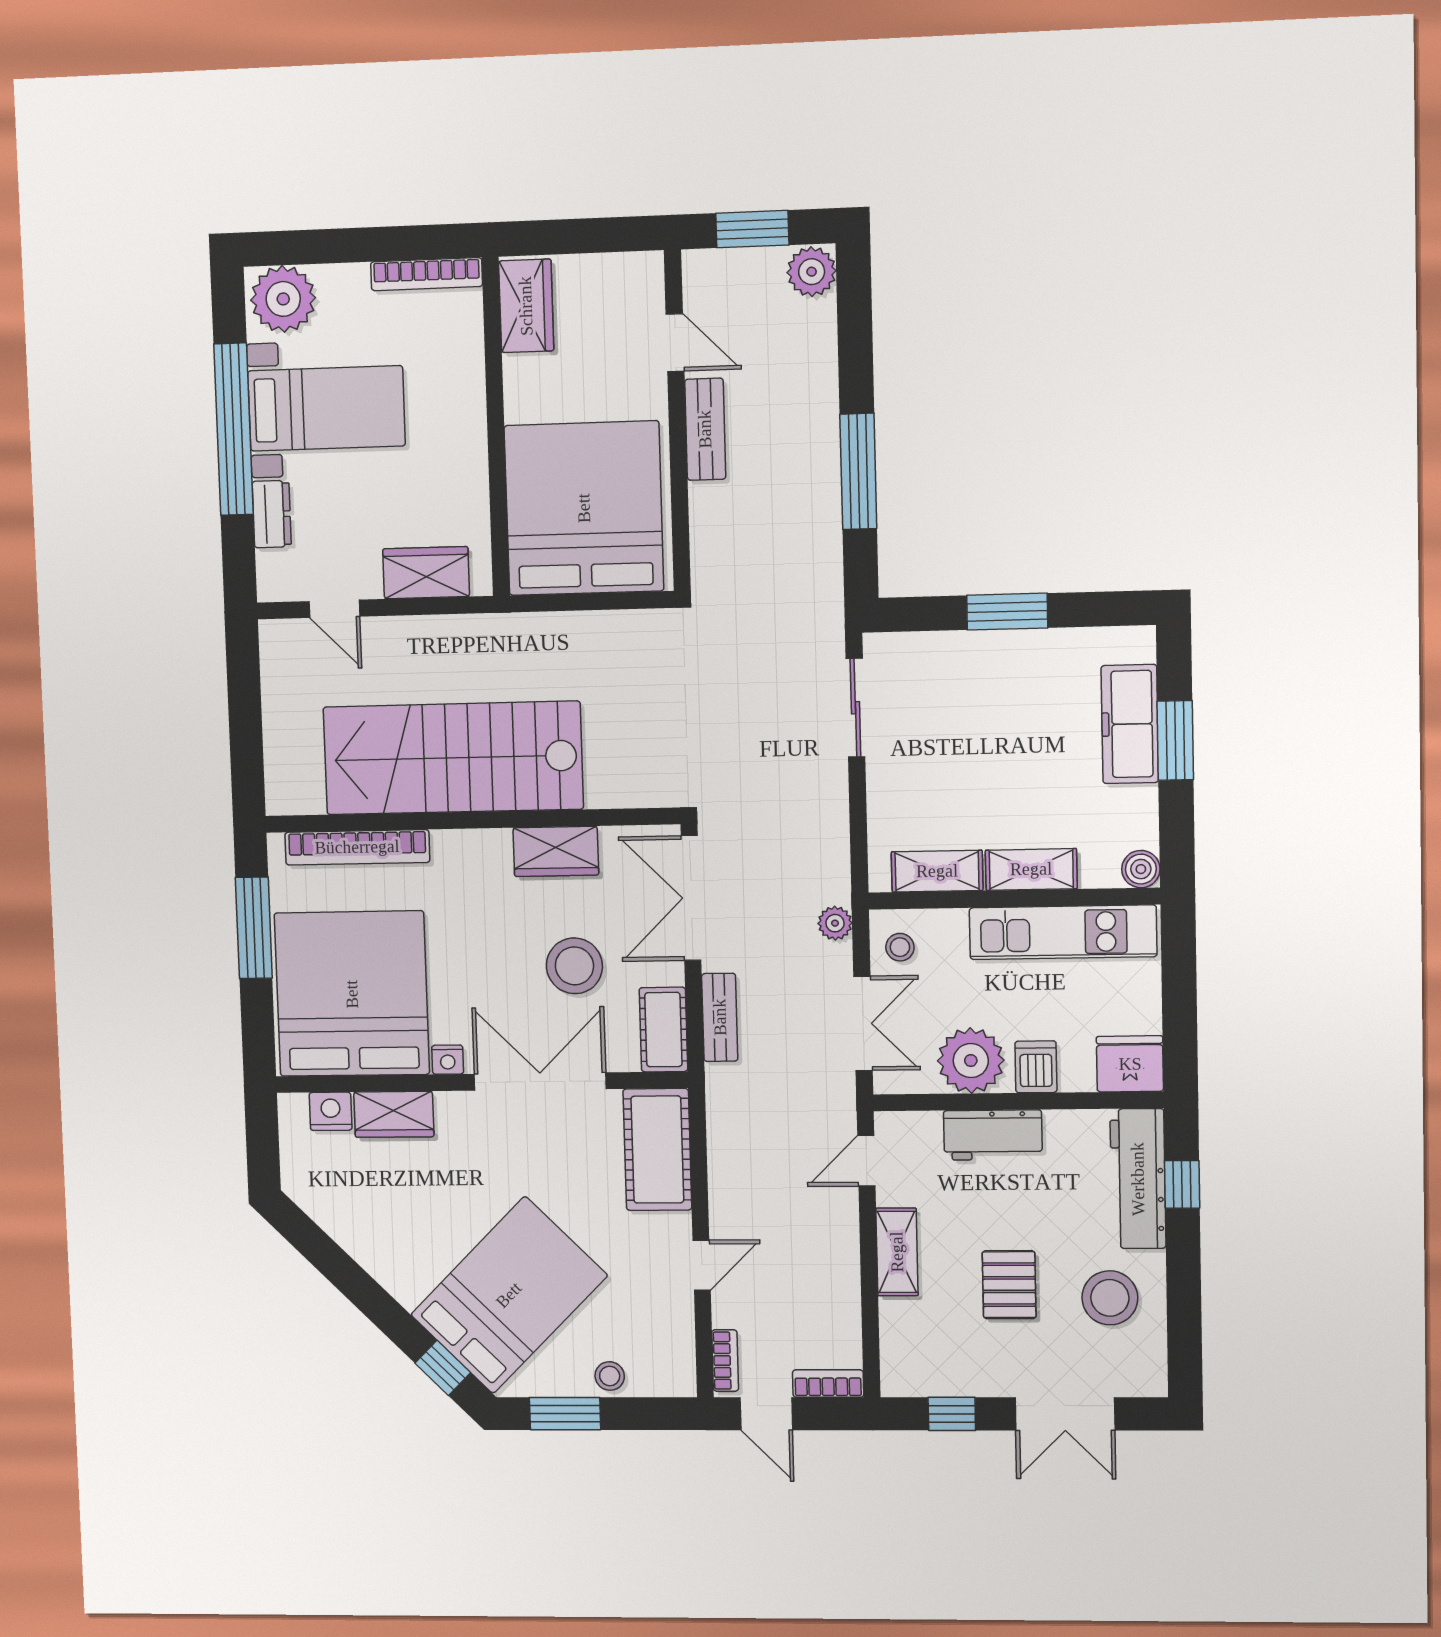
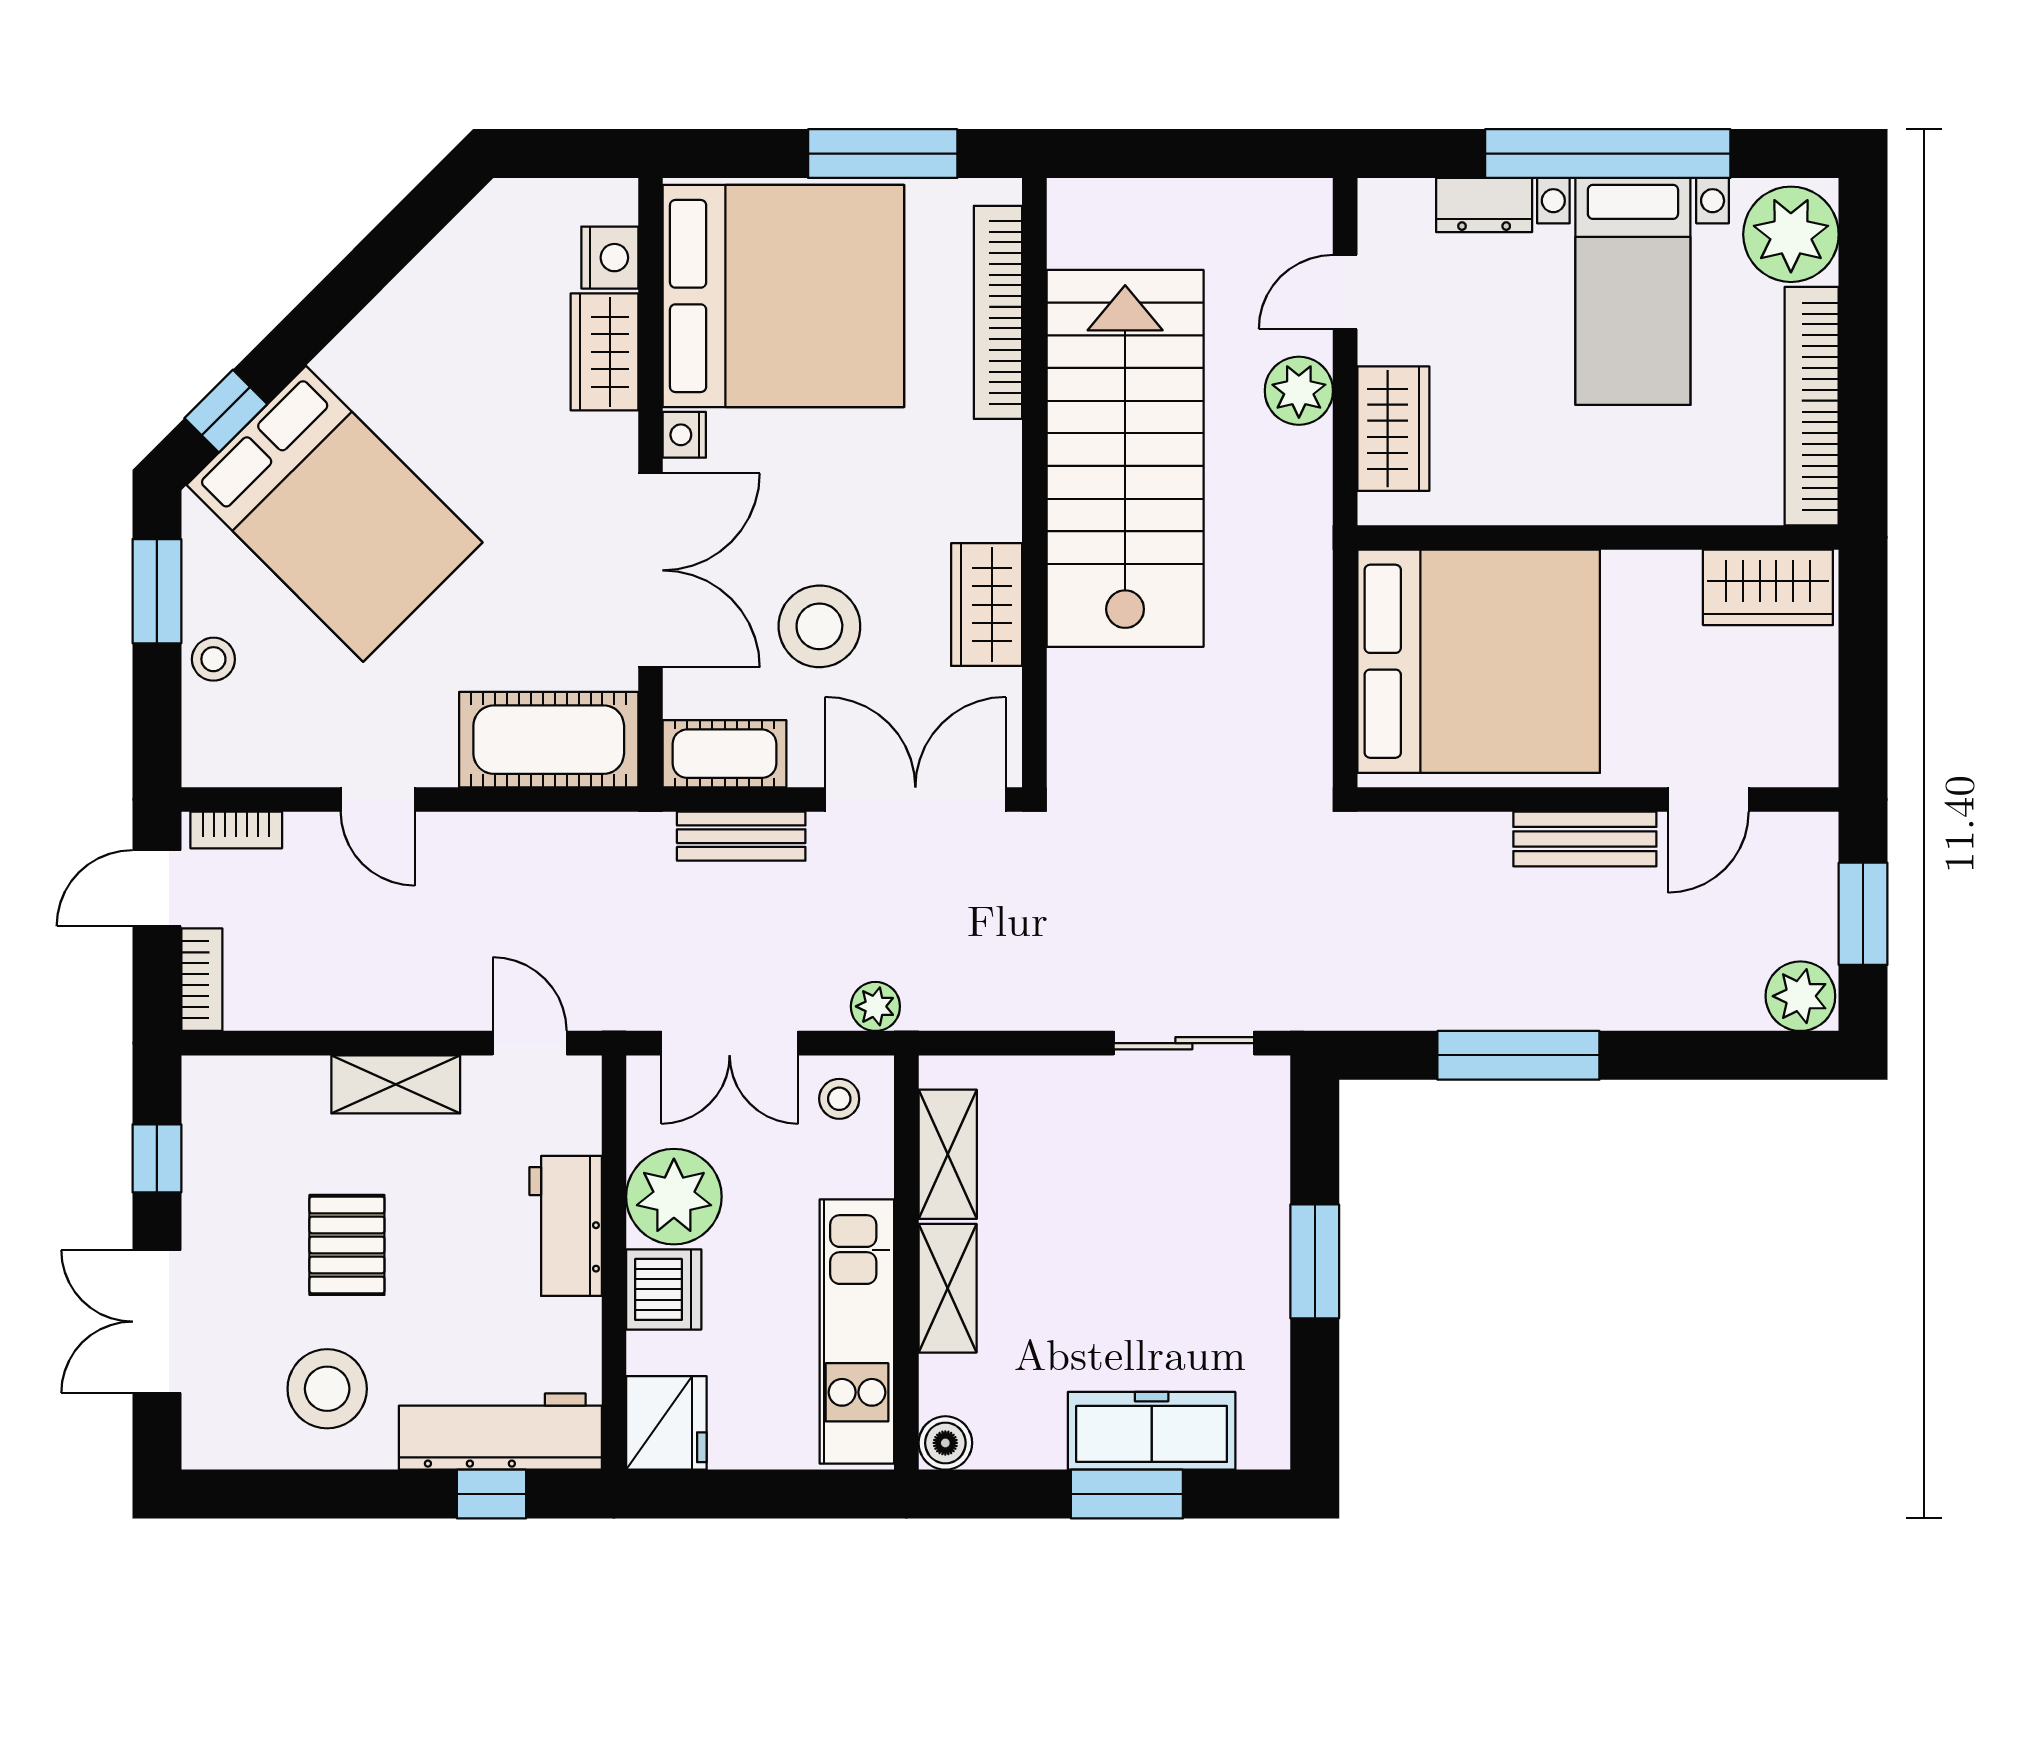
bookcase: (427, 274) -> (1812, 406), width x1.48, depth x1.31
plant: (403, 639) -> (1299, 391), added
dishwasher: (1036, 1067) -> (664, 1289), width x1.38
pallet: (1009, 1285) -> (347, 1245), turned 90

